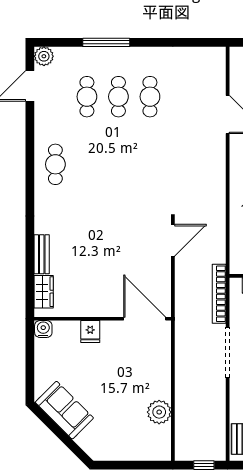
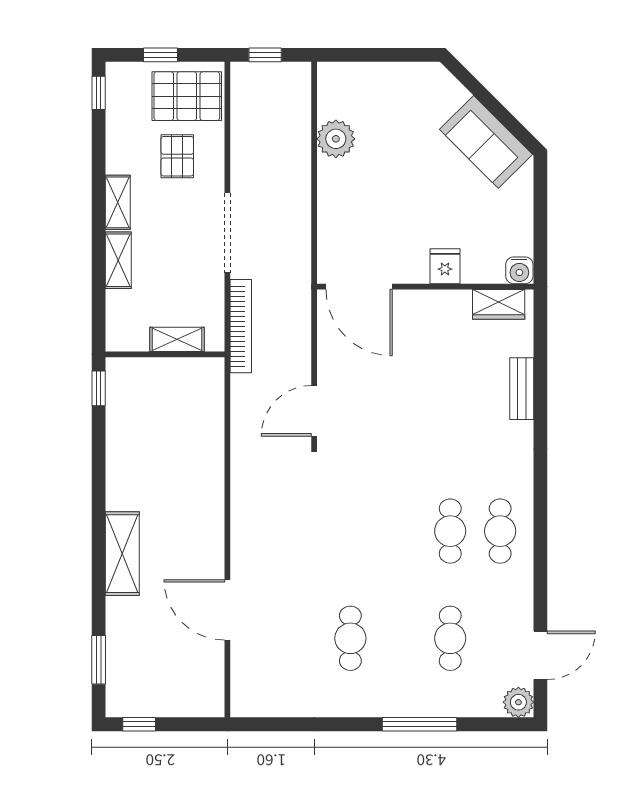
cafe table: (118, 97) -> (450, 531), moved
wardrobe: (44, 292) -> (499, 304), moved, turned -90

